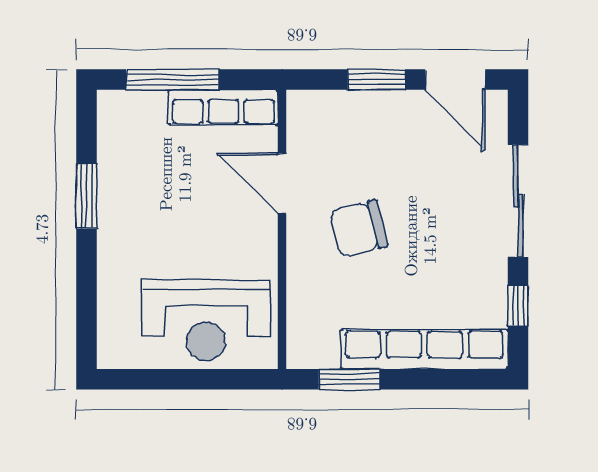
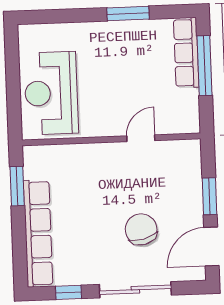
row of seats: (223, 107) -> (186, 53), moved
door: (282, 183) -> (141, 138), width x0.73
chair: (359, 228) -> (141, 229), moved

